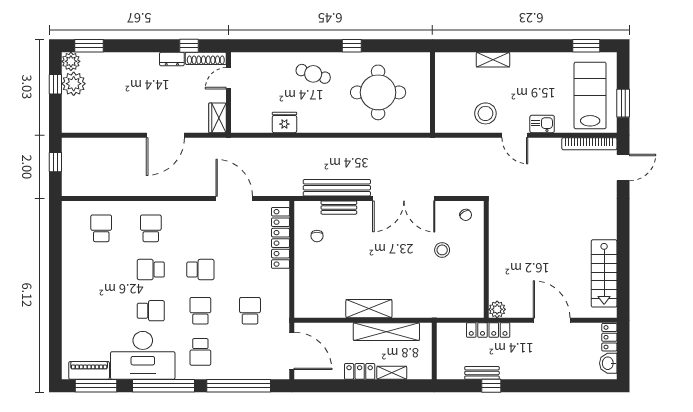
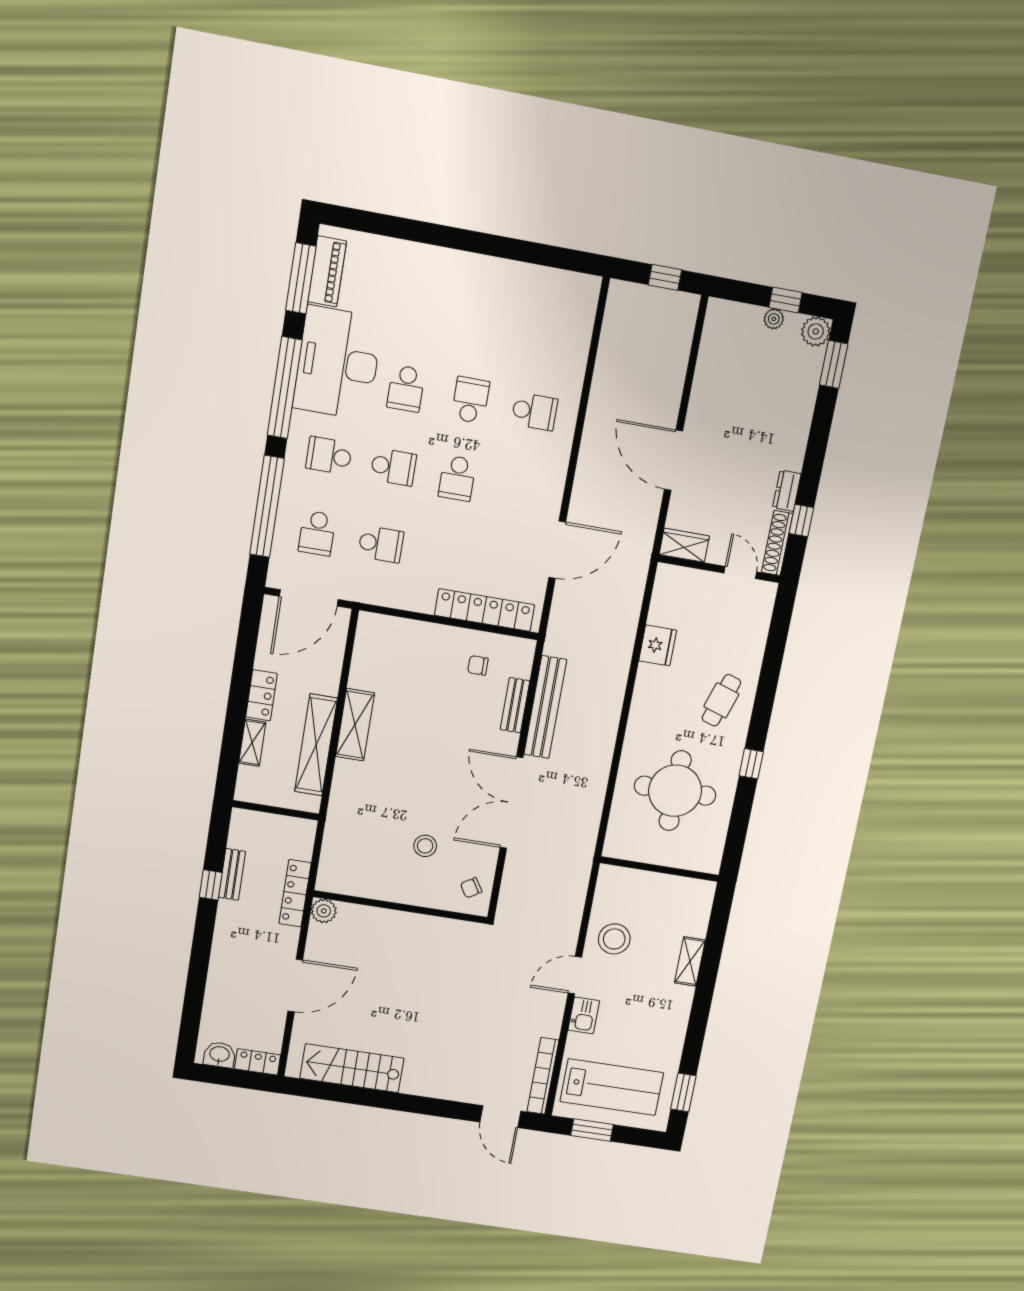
plant: (74, 84) -> (774, 319), width x0.53, depth x0.53
school desk: (101, 228) -> (317, 533), moved, turned 90

